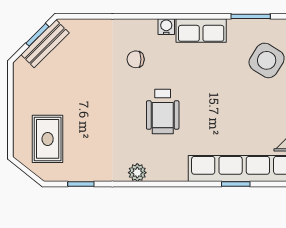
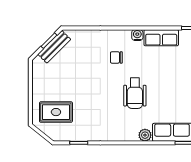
rug: (48, 139) -> (56, 112), turned 90
plant: (137, 173) -> (145, 135), moved

